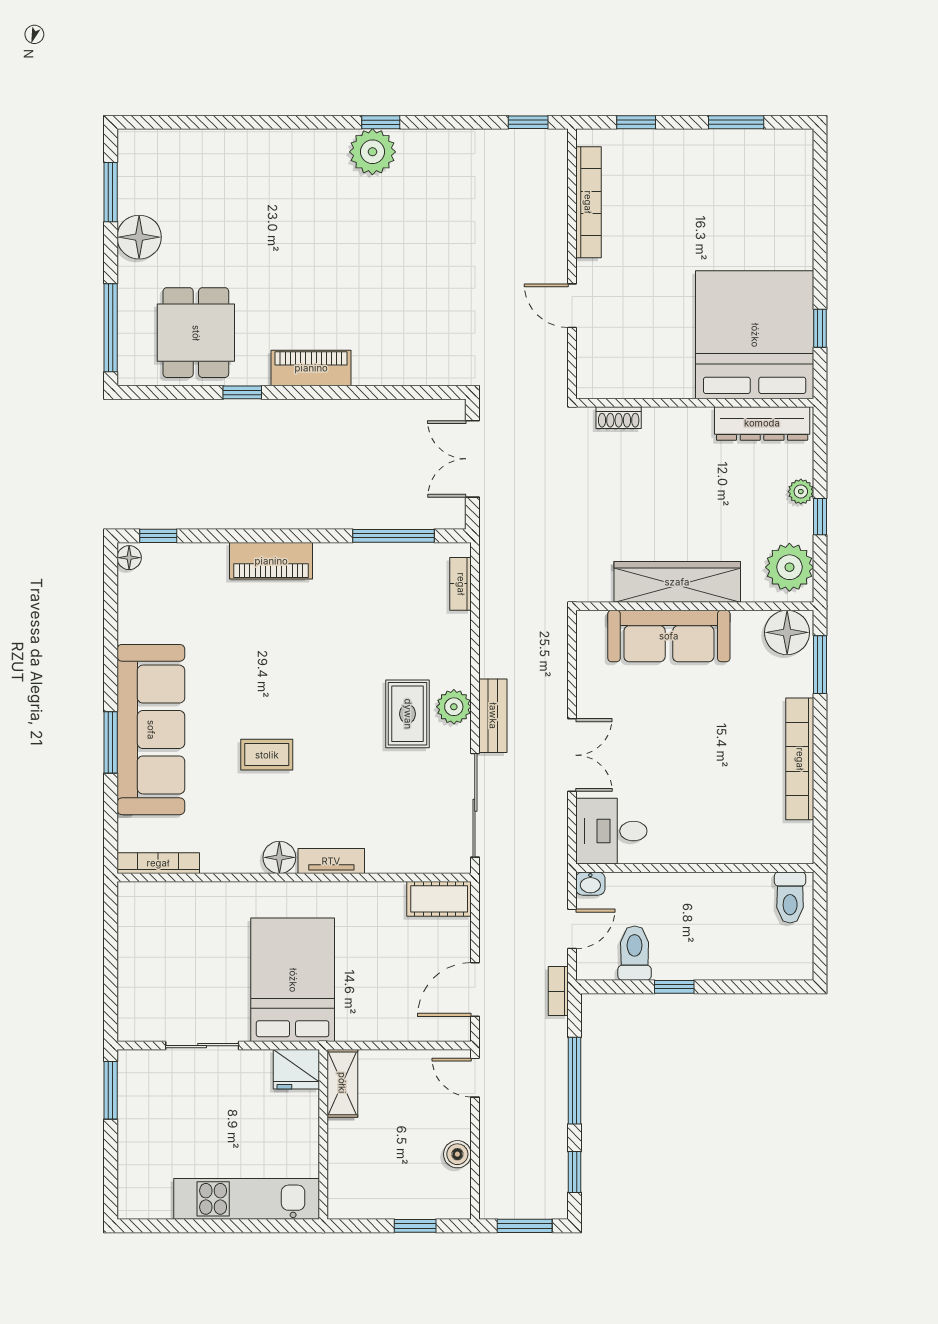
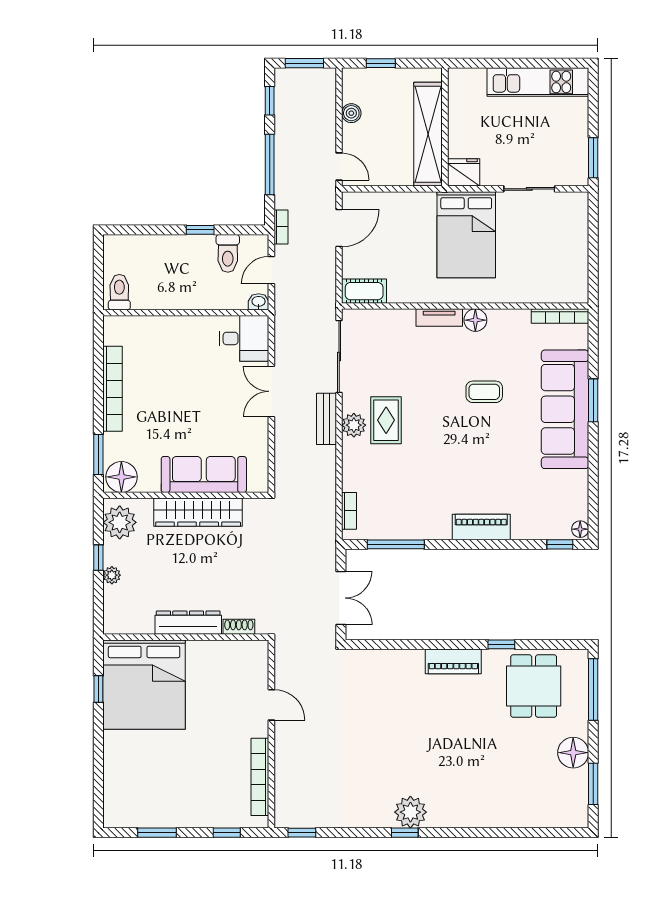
dresser: (762, 423) -> (188, 623), moved
shelving: (342, 1083) -> (428, 134), width x2.20, depth x1.33
kitchen unit: (247, 1199) -> (538, 82), moved

